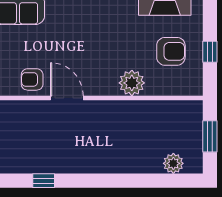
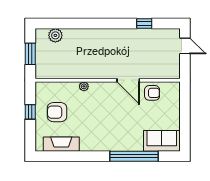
plant: (132, 83) -> (84, 86), width x0.53, depth x0.53

